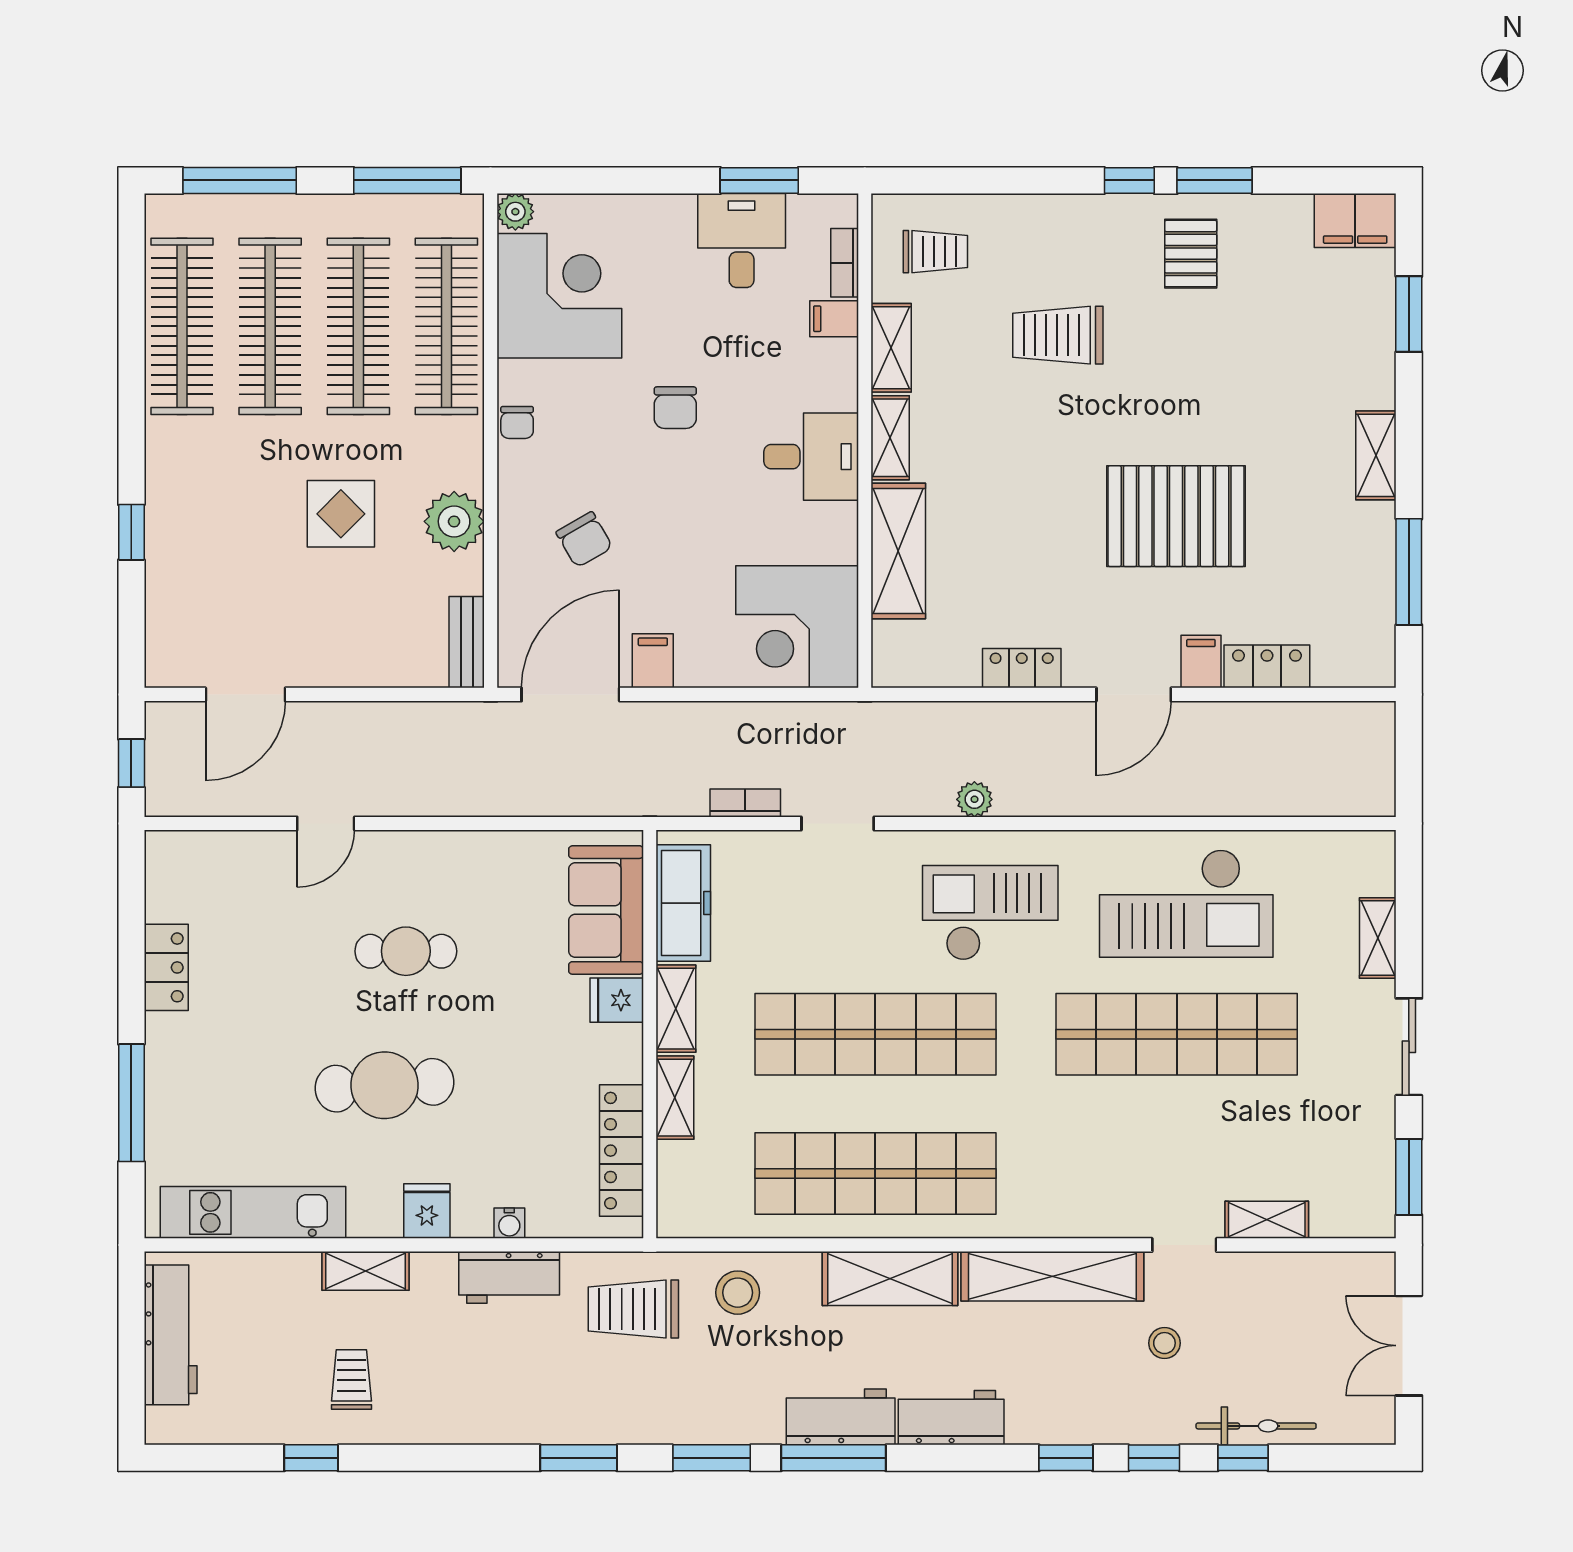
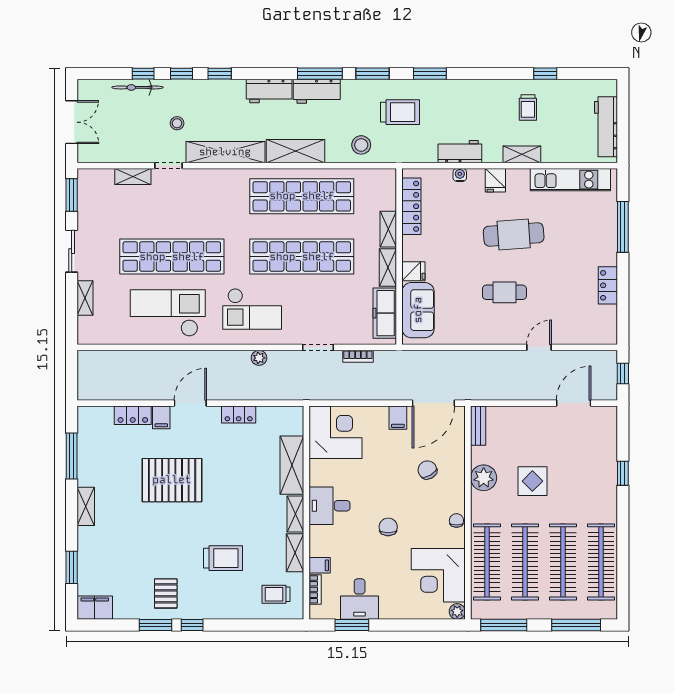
trolley: (633, 1309) -> (400, 112), moved

